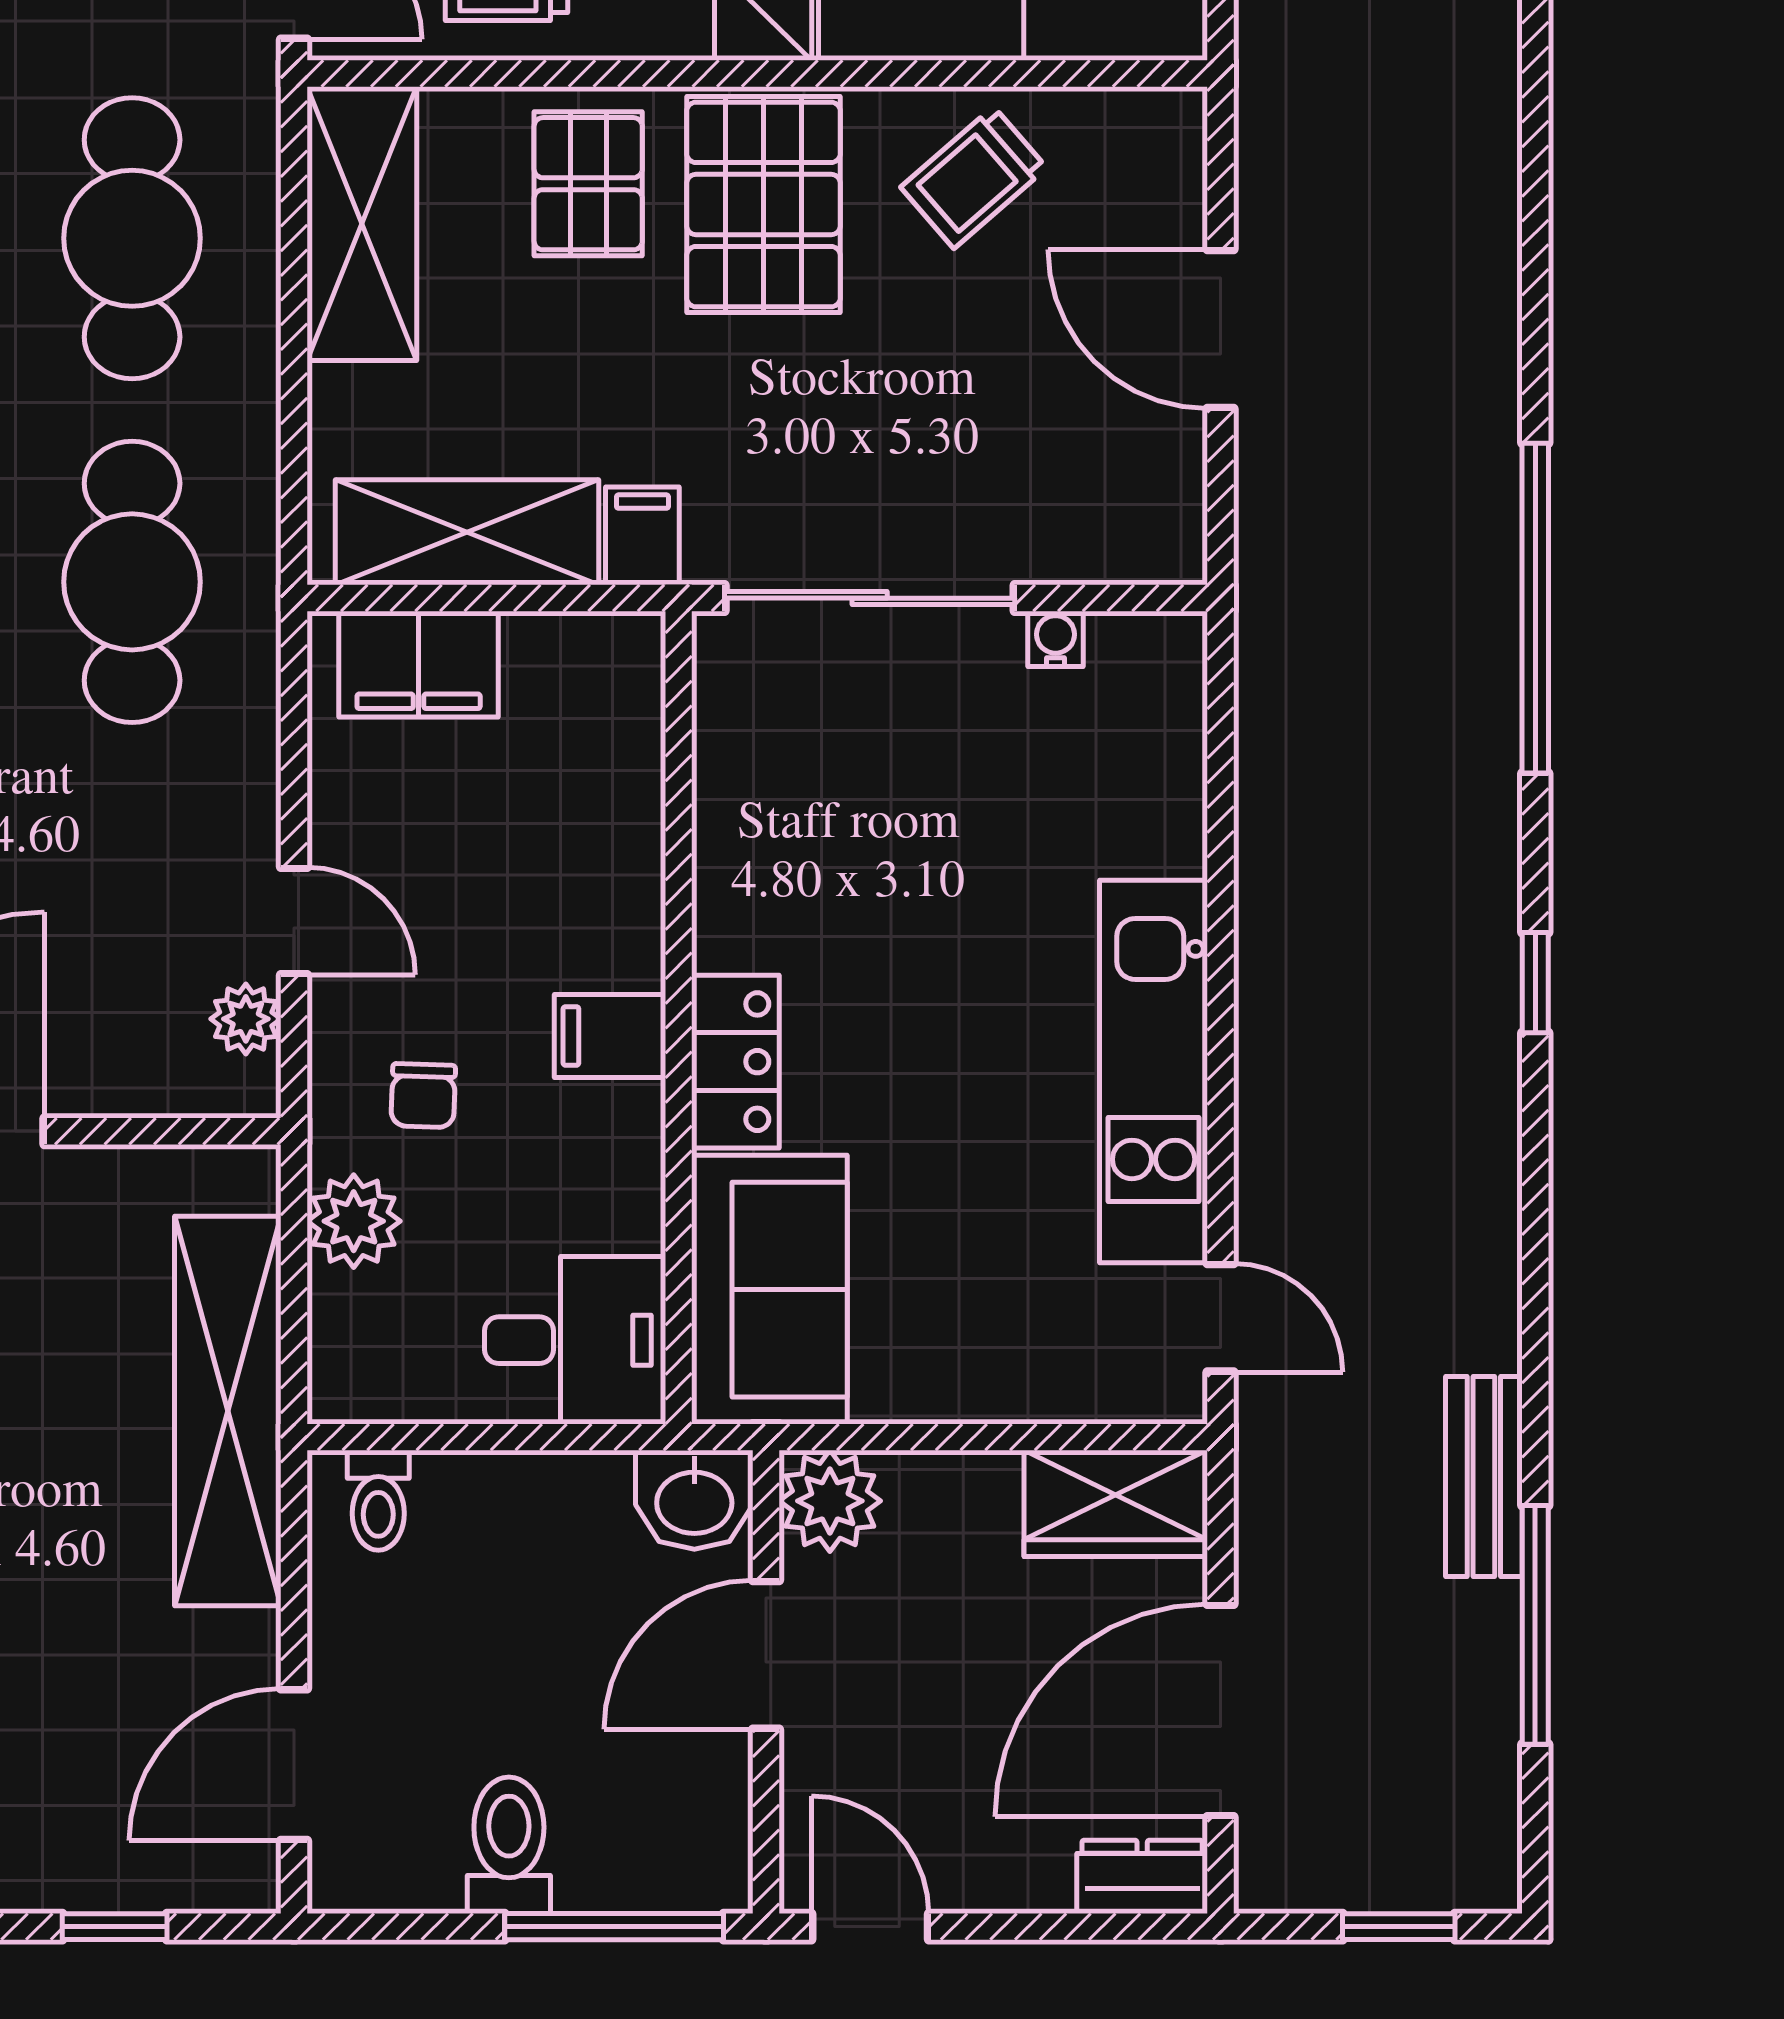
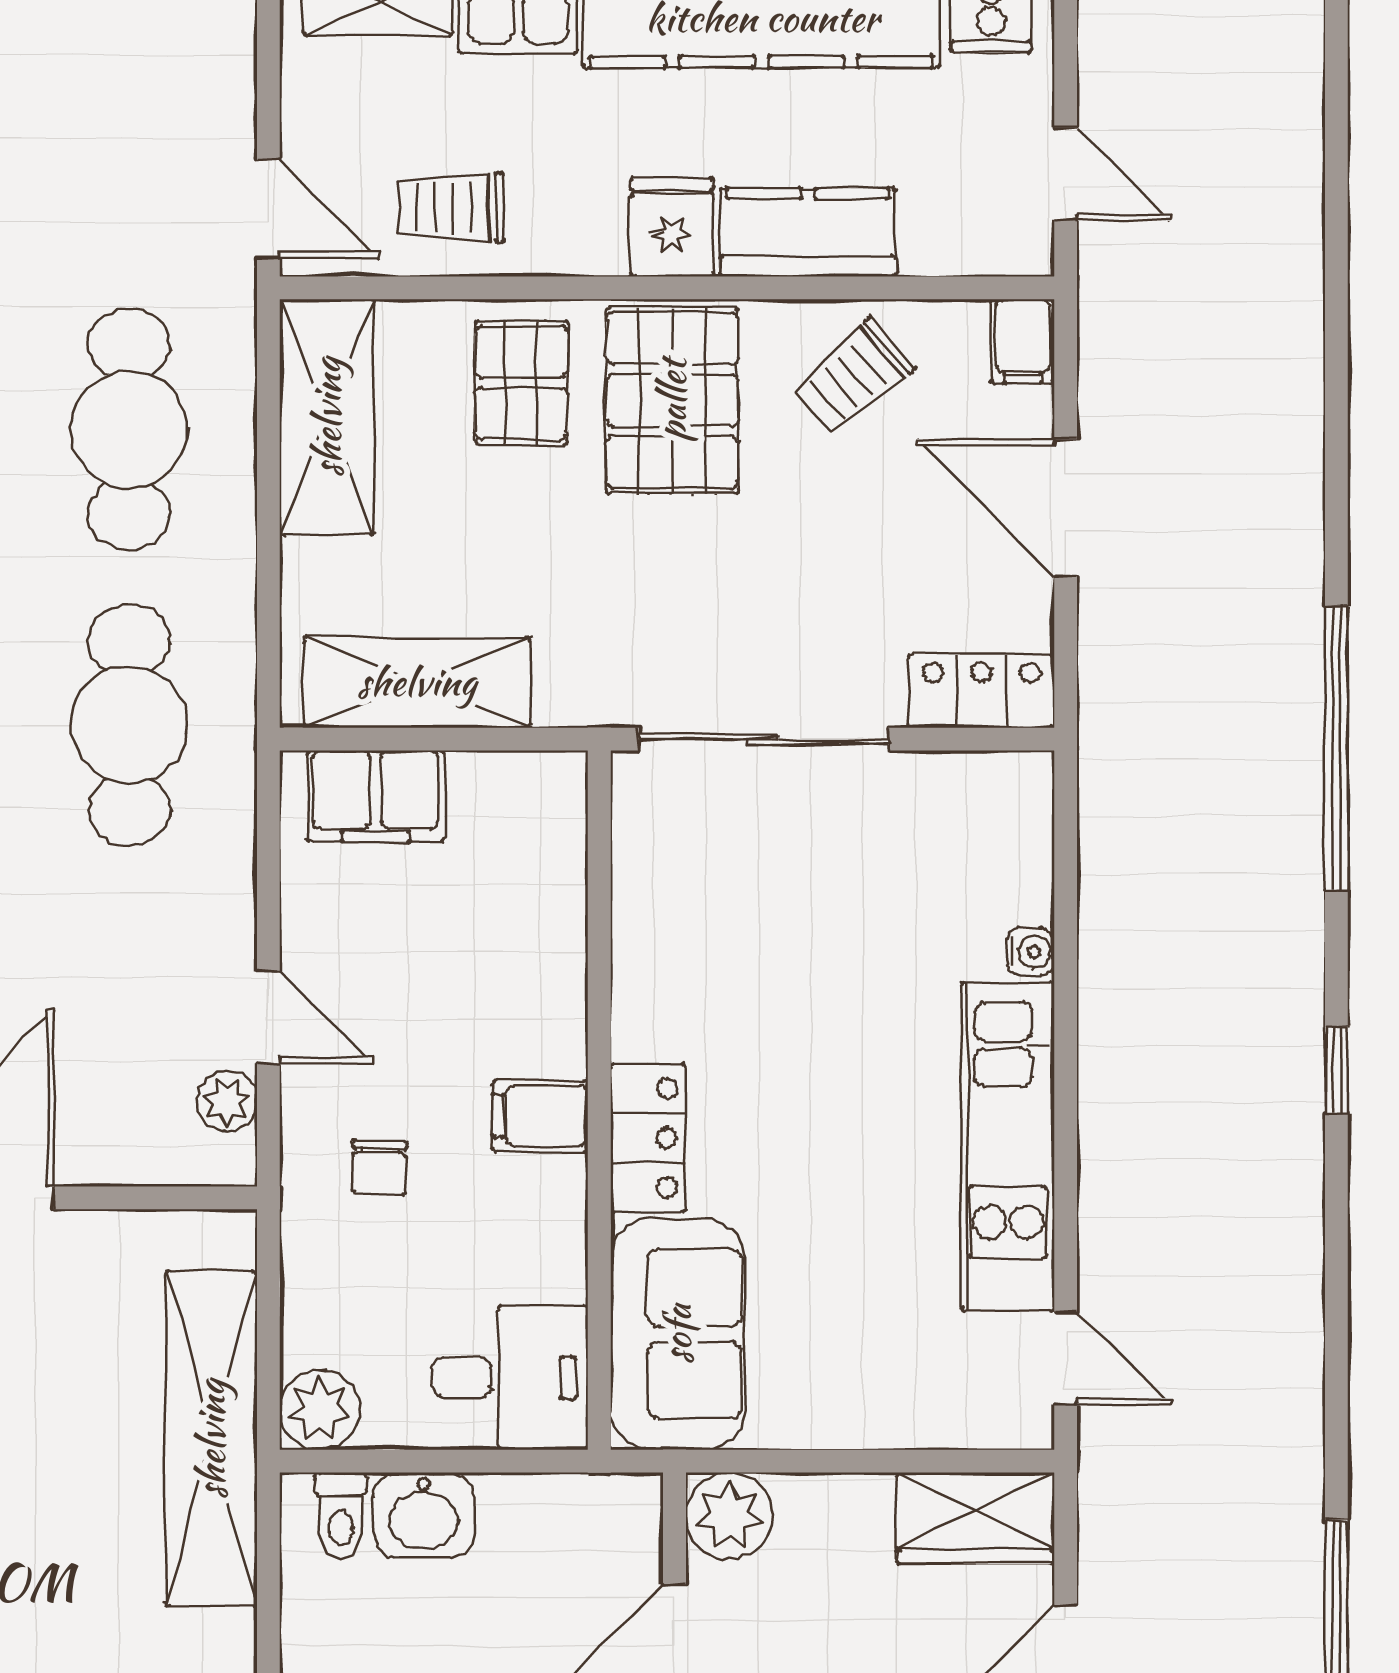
filing cabinet: (642, 536) -> (1023, 341), moved, turned 180
locker: (1123, 542) -> (981, 691), added
water cooler: (1056, 639) -> (1030, 952), moved, turned 90
plant: (354, 1221) -> (320, 1410), moved
bench: (1484, 1477) -> (1292, 1495), removed
washbasin: (694, 1500) -> (424, 1515), moved

